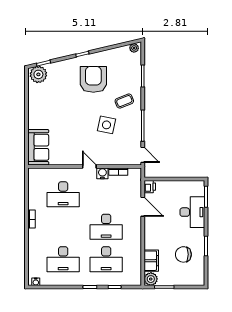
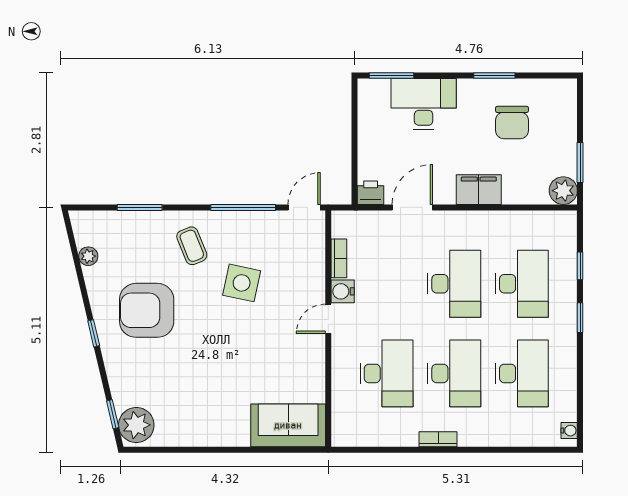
plant: (134, 48) -> (88, 256), moved
desk: (63, 227) -> (454, 373), added
filing cabinet: (151, 261) -> (479, 190), moved

